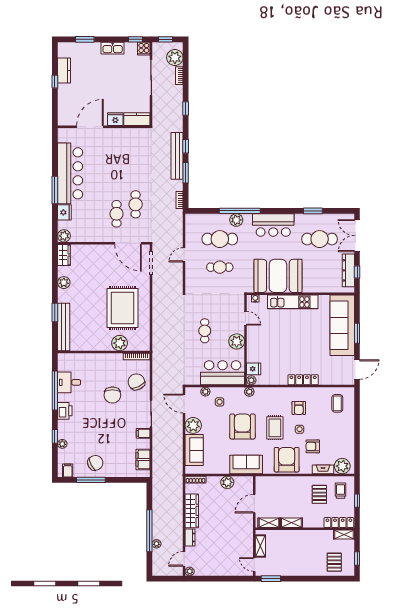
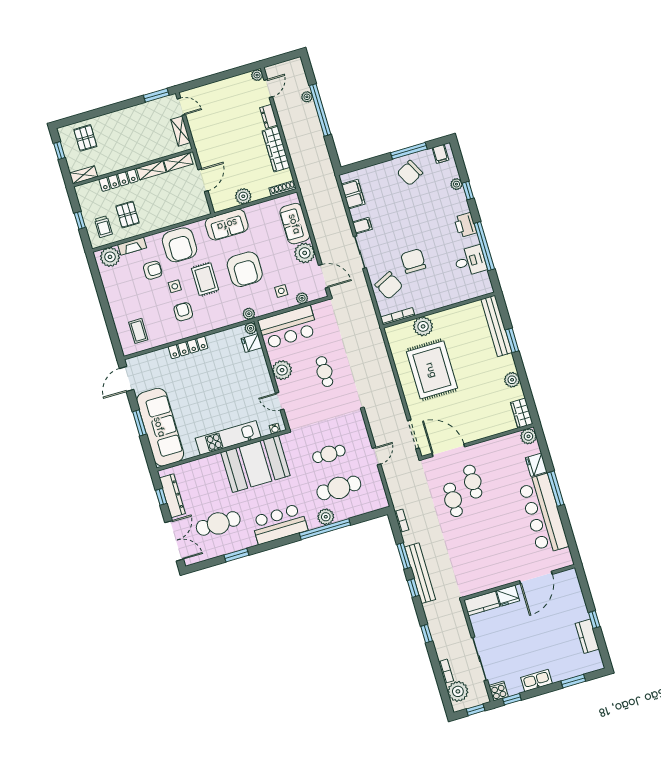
locker: (339, 523) -> (118, 180), moved

